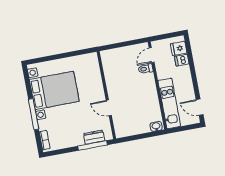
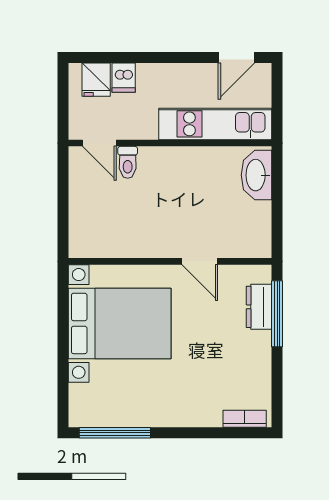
bed with nightstands: (54, 90) -> (120, 323), moved, turned 90
door: (109, 108) -> (200, 261), hinge flipped
window: (33, 114) -> (115, 433), moved
washbasin: (156, 126) -> (256, 175), width x1.91, depth x1.45

